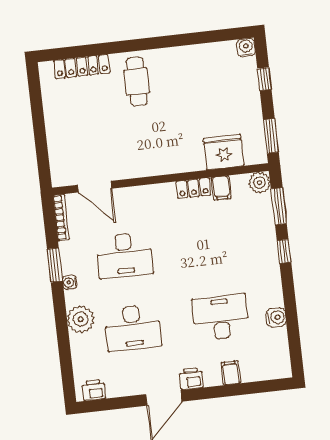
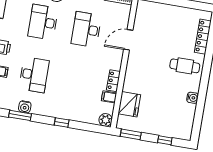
water cooler: (246, 47) -> (193, 98), moved
door: (95, 187) -> (128, 40), moved
window: (279, 206) -> (20, 115), moved

